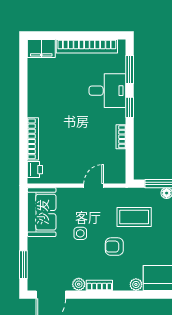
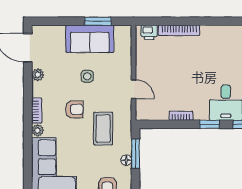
sofa: (42, 212) -> (90, 39), moved
armchair: (114, 247) -> (74, 109), turned 90
window: (23, 265) -> (98, 21), moved
bookcase: (99, 285) -> (37, 111), moved

